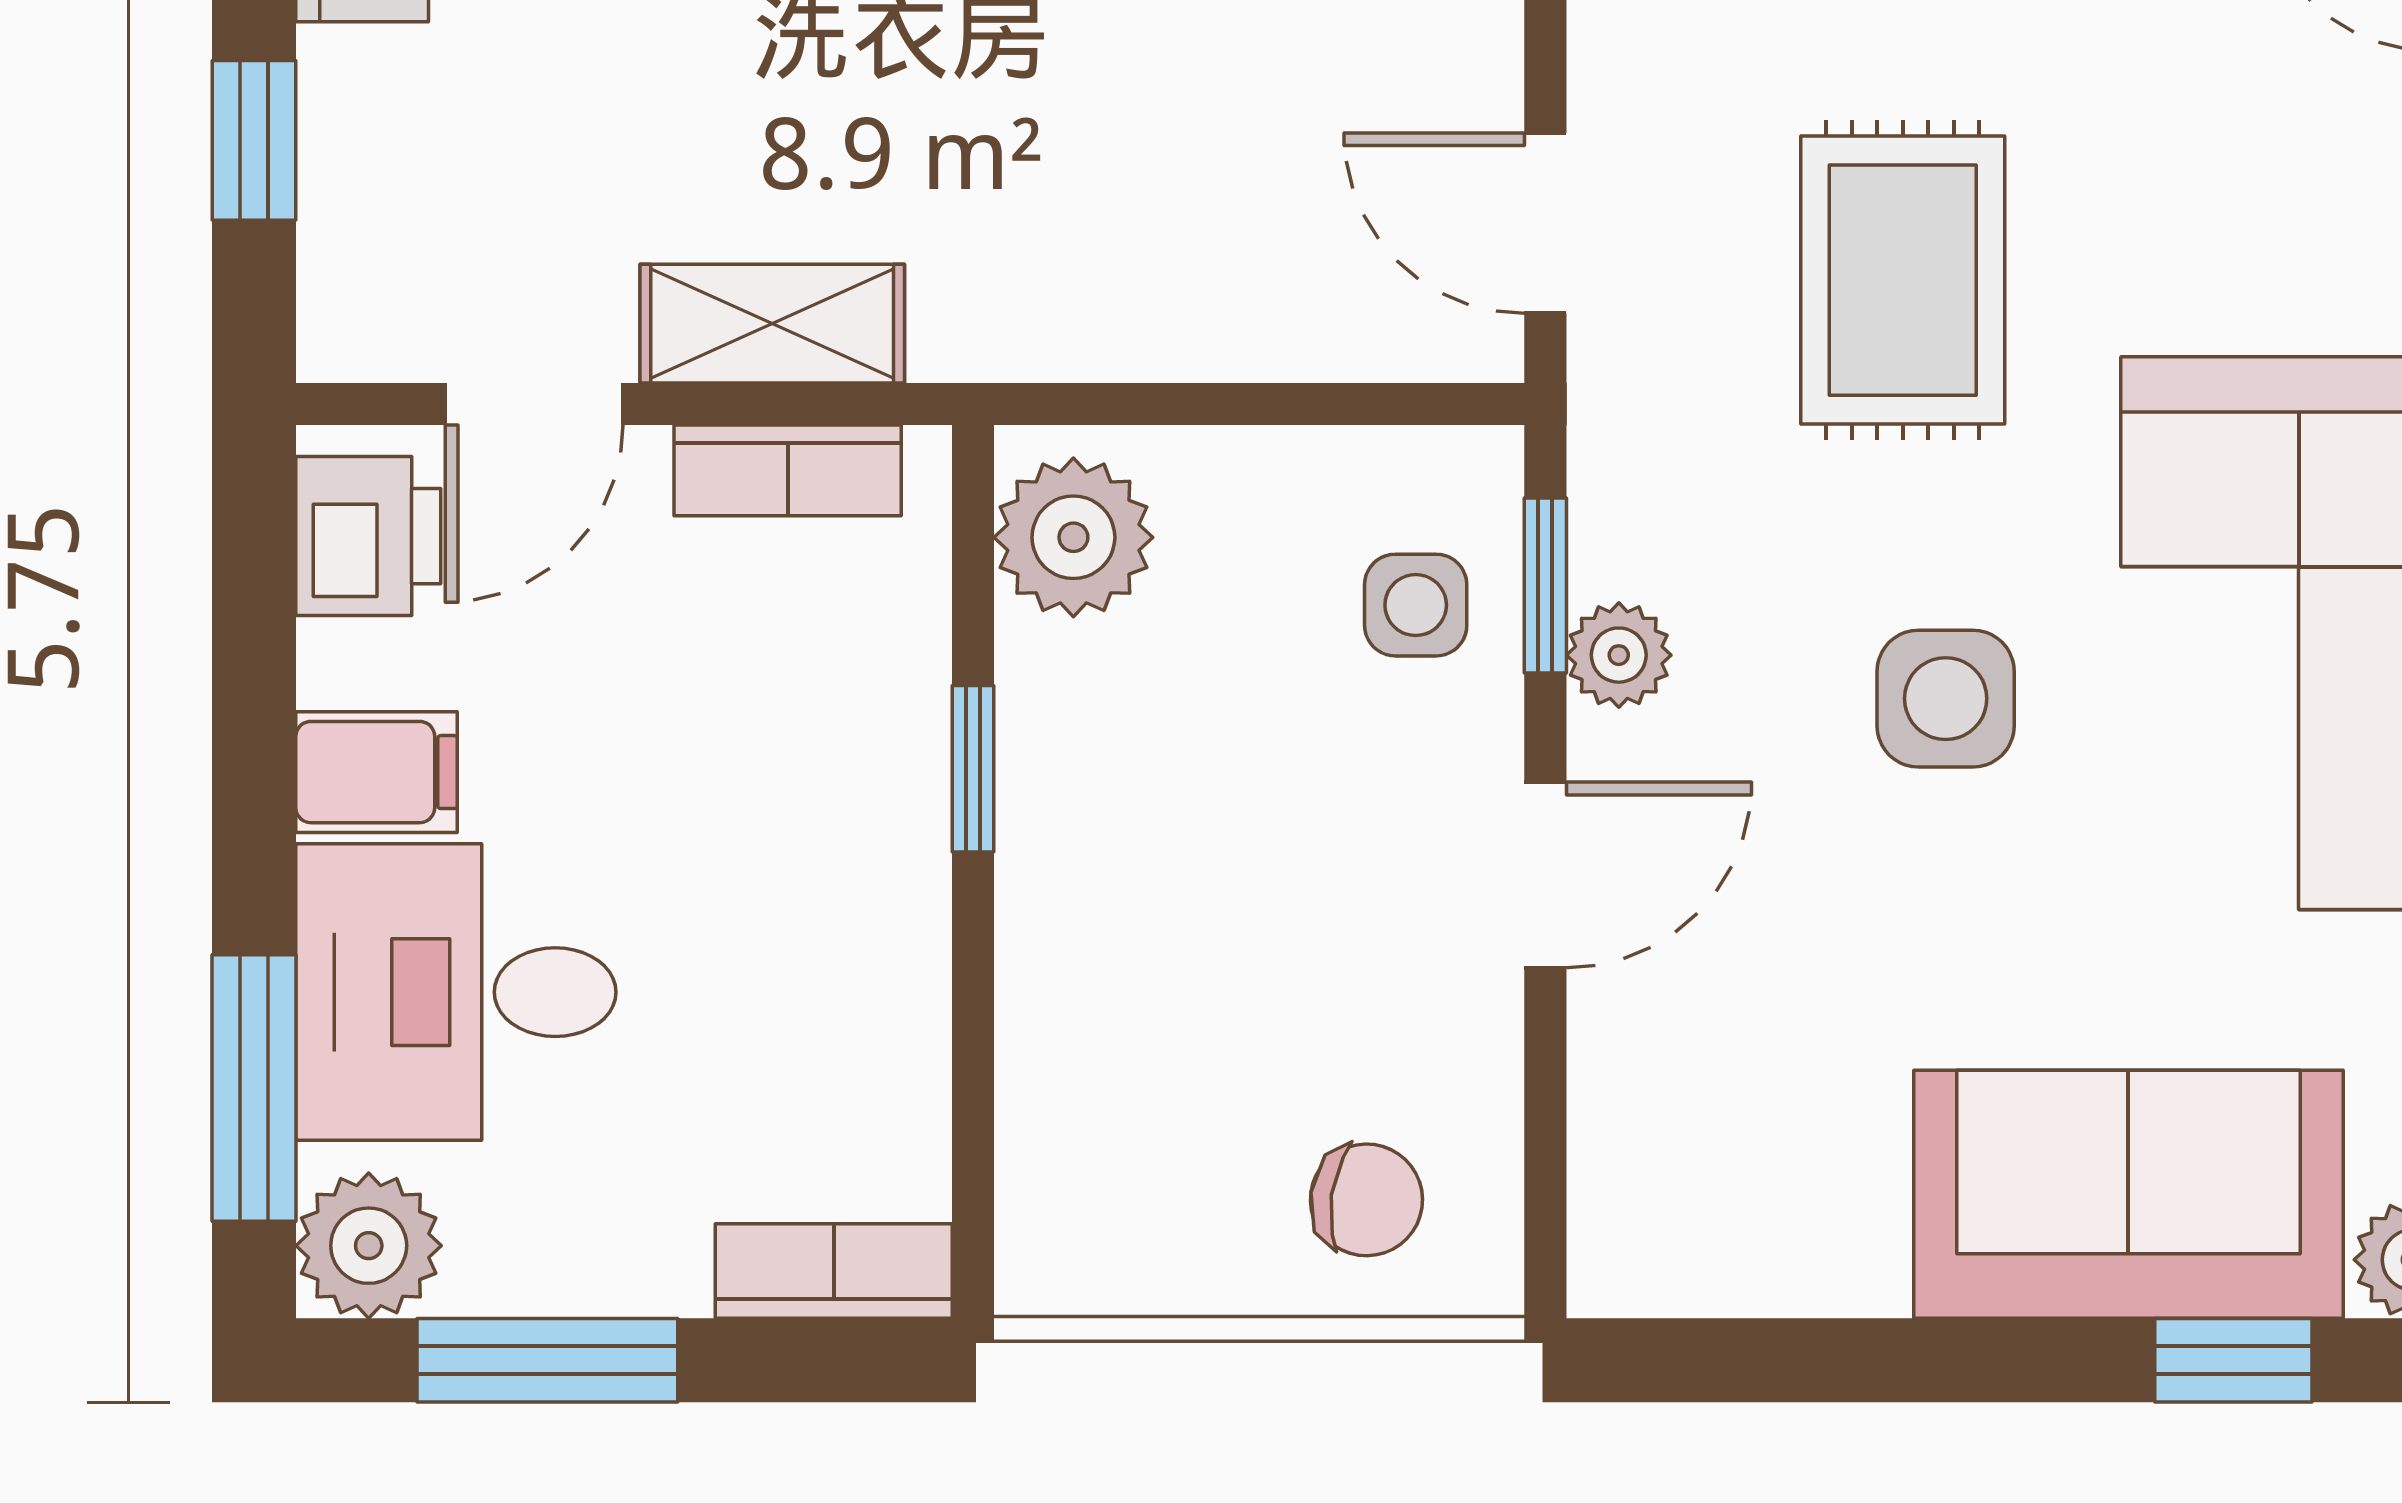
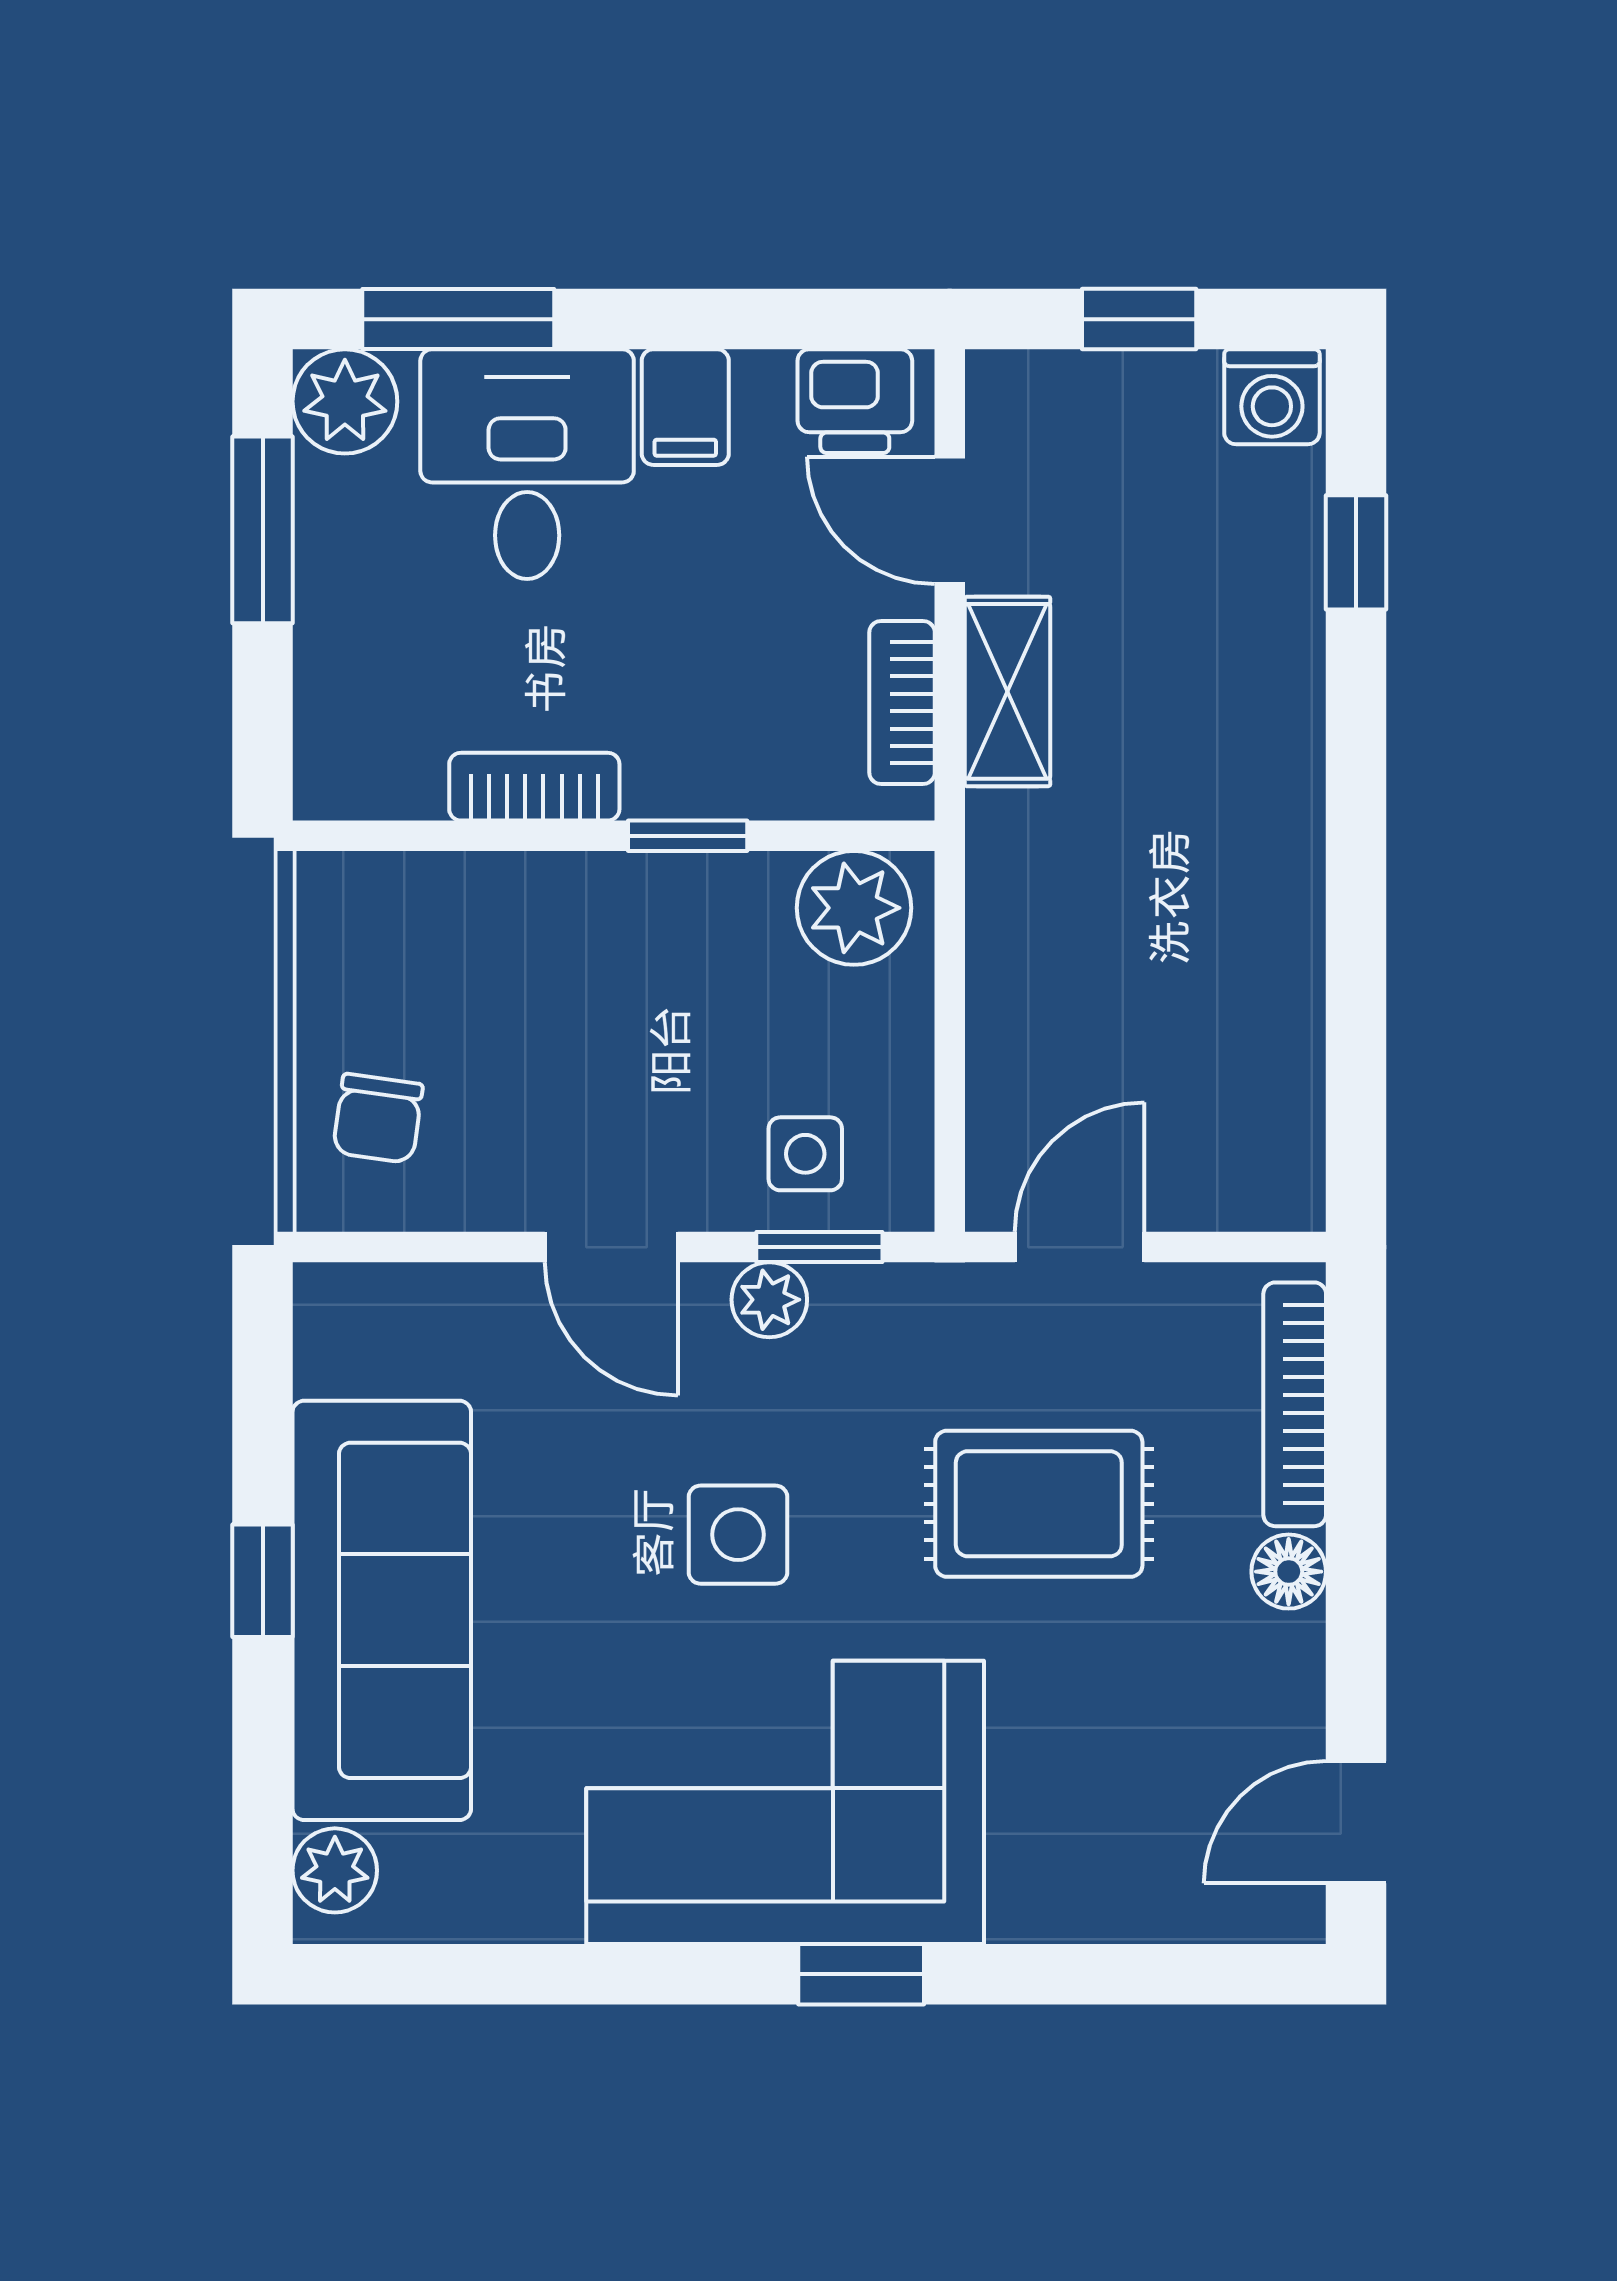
sofa: (2128, 1194) -> (382, 1610), width x1.36
bookcase: (834, 1271) -> (534, 787), moved, turned -90
window: (2233, 1360) -> (263, 1581), moved

